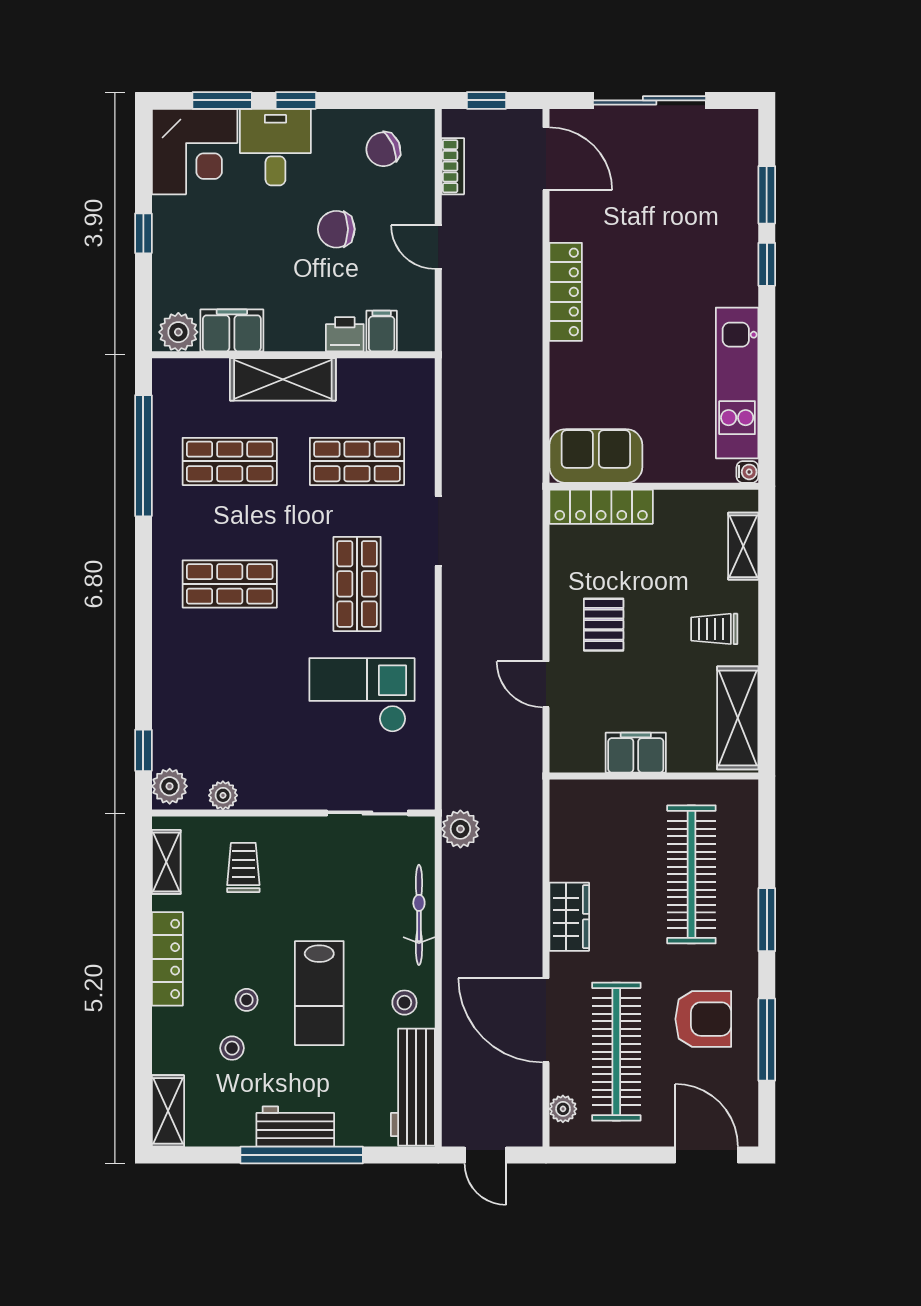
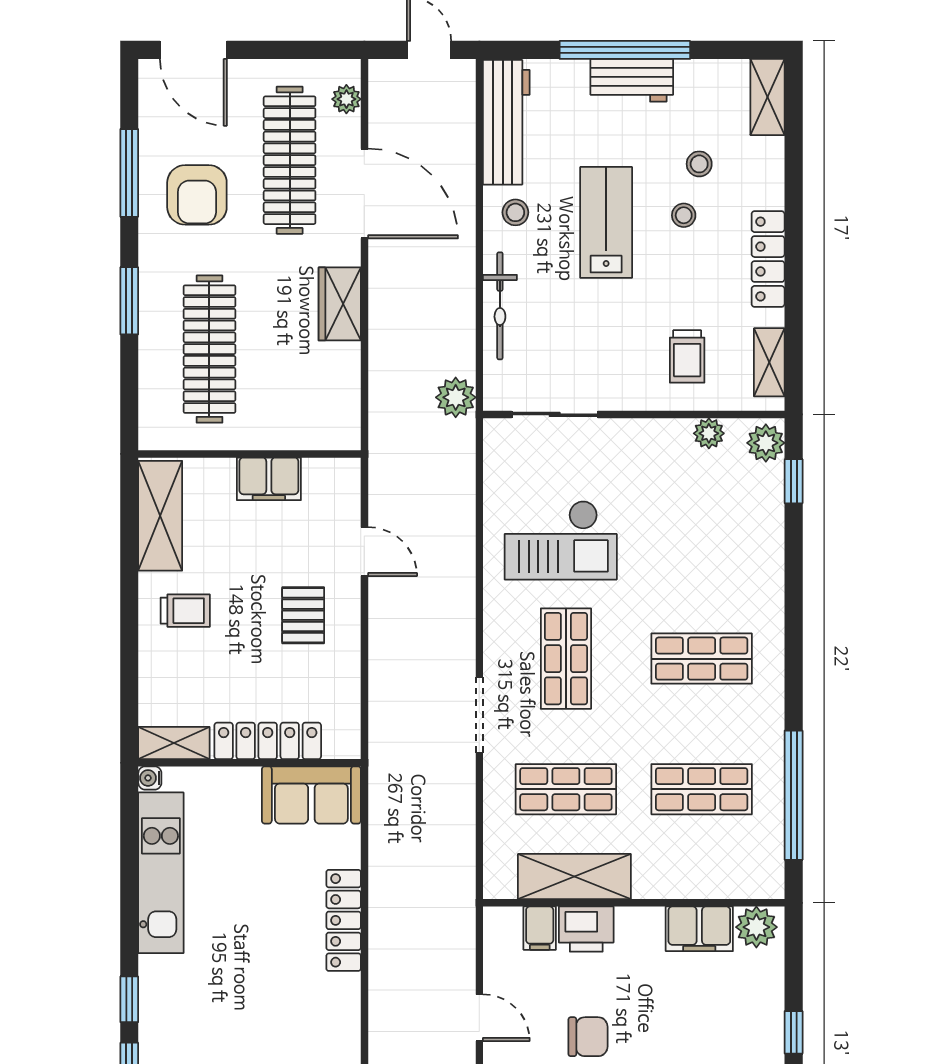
locker: (566, 292) -> (344, 920), moved
printer: (345, 334) -> (586, 929), width x1.36, depth x1.24
shelving: (283, 379) -> (574, 877), moved
locker: (601, 507) -> (268, 741), moved
shelving: (743, 546) -> (174, 743), moved, turned 90
armchair: (703, 1019) -> (197, 195), turned -90

